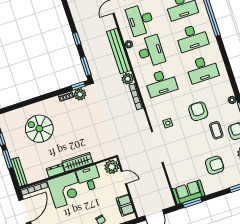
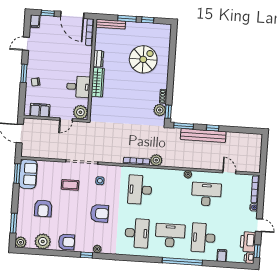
desk: (192, 38) -> (170, 235), turned 90
bench: (119, 51) -> (203, 135), moved
desk: (151, 51) -> (173, 192), removed
desk: (202, 69) -> (137, 233), turned 180
coffee table: (216, 130) -> (70, 185), moved
corner desk: (65, 190) -> (77, 60), removed

